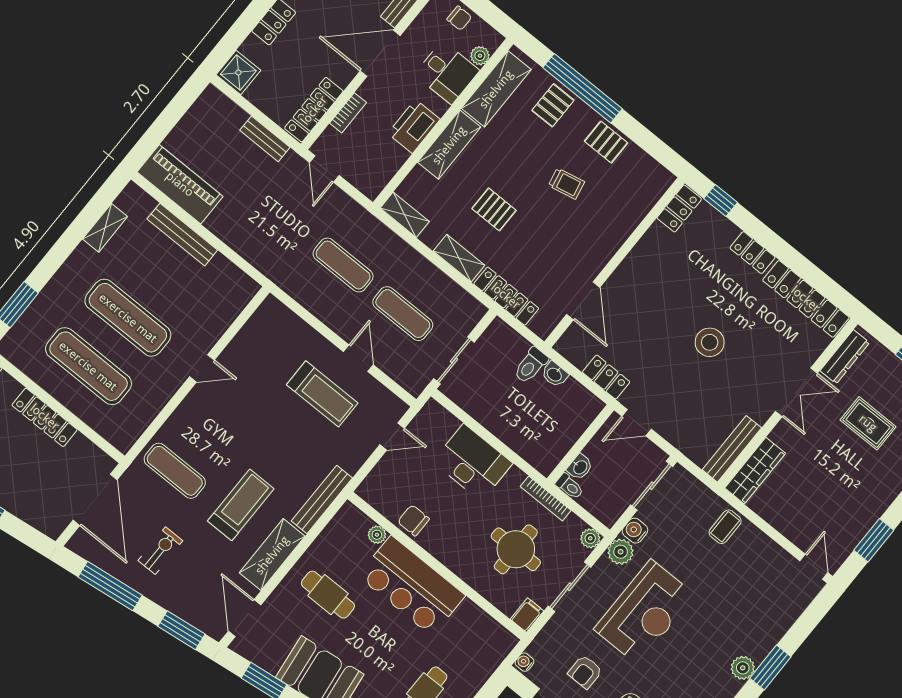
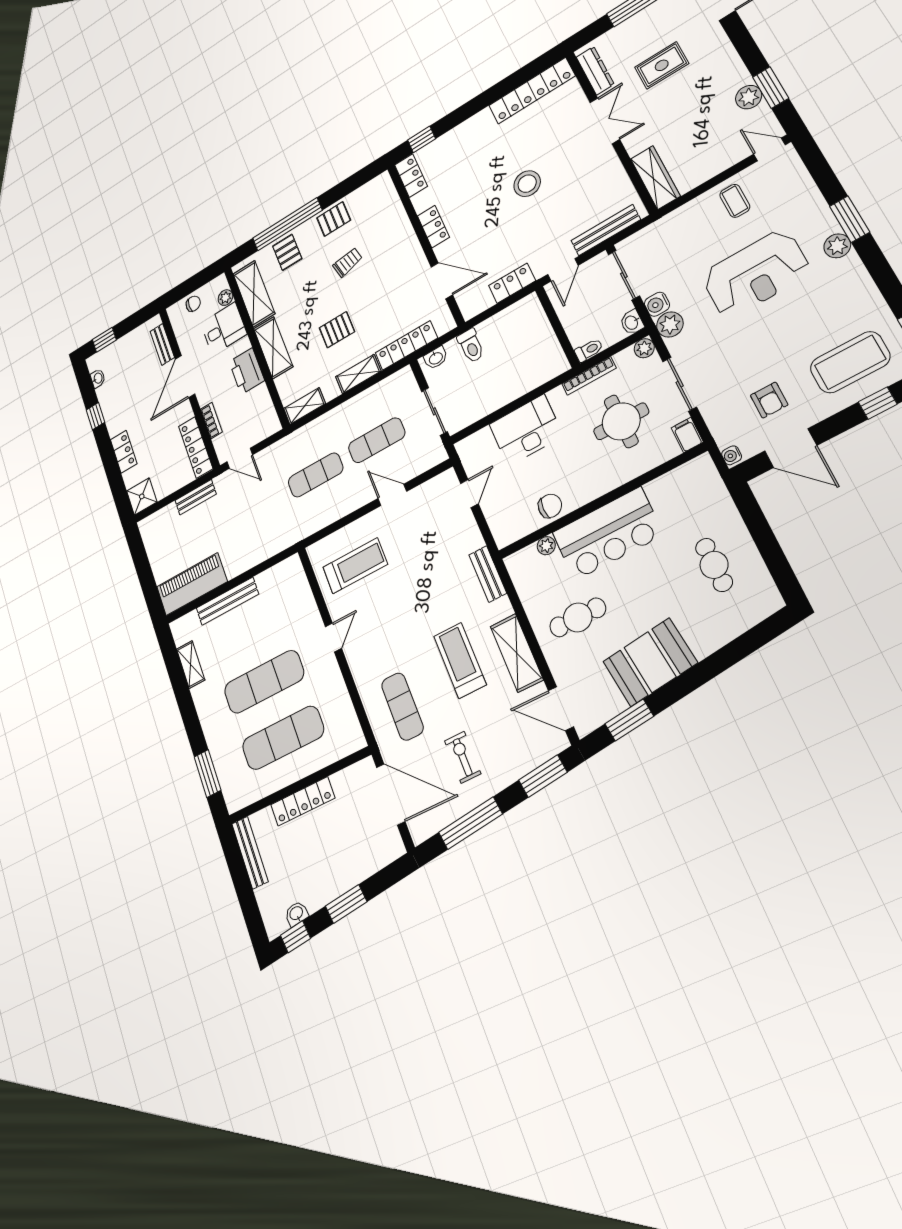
locker: (752, 253) -> (433, 227), moved, turned -90
washbasin: (555, 374) -> (436, 358), moved
treadmill: (322, 394) -> (355, 566), moved
bench: (732, 449) -> (606, 230), moved, turned 90
washbasin: (580, 467) -> (632, 322), moved, turned 180
exercise mat: (175, 471) -> (402, 706), turned 90
bench: (322, 500) -> (488, 574), width x0.73
chair: (414, 520) -> (550, 506), turned 180
plant: (859, 524) -> (749, 97), added
coffee table: (725, 527) -> (735, 201), moved
reception desk: (644, 612) -> (755, 274), moved, turned 90

